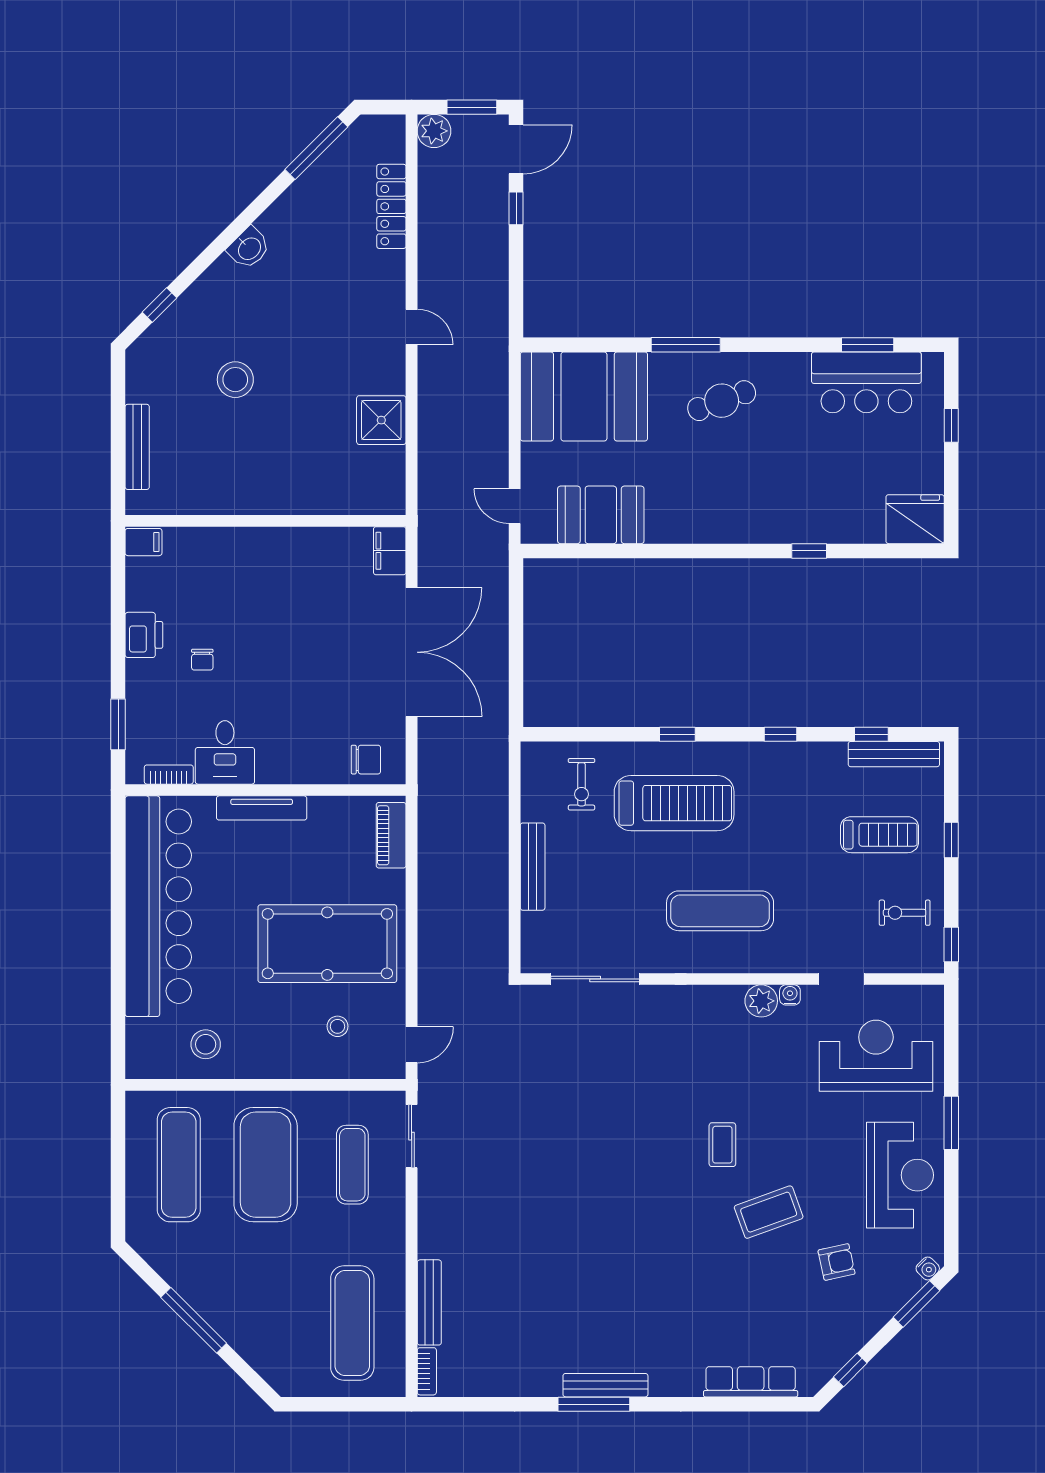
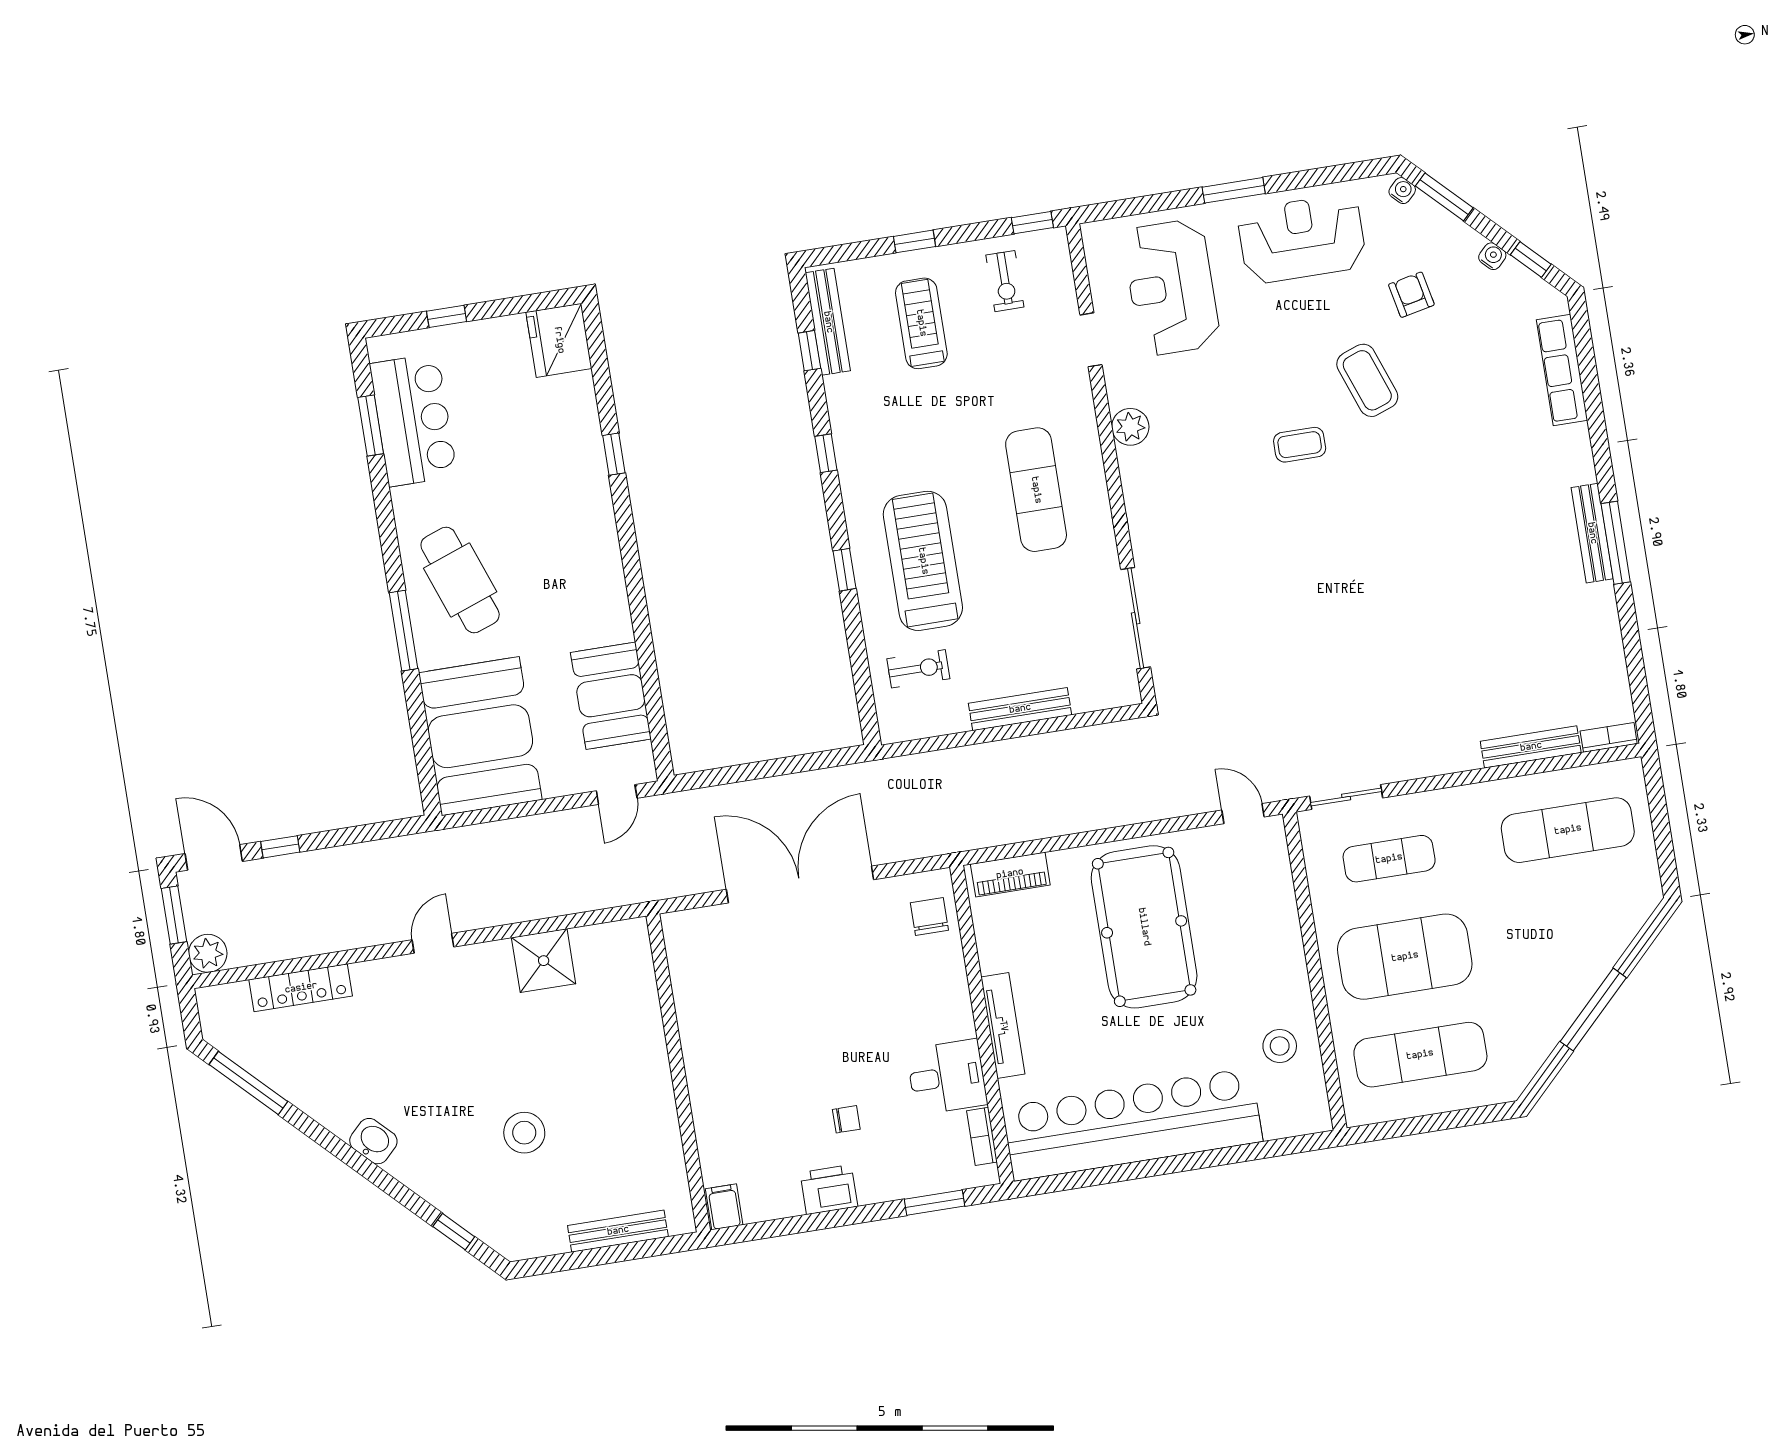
cafe table: (722, 401) -> (460, 580), width x1.37, depth x1.35
filing cabinet: (390, 551) -> (689, 927), removed
water cooler: (790, 995) -> (1492, 256), moved, turned 135
stool: (337, 1026) -> (1236, 900), removed

